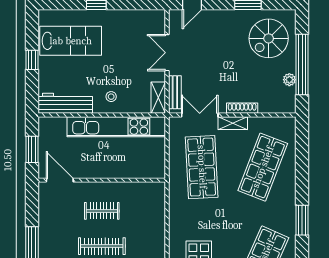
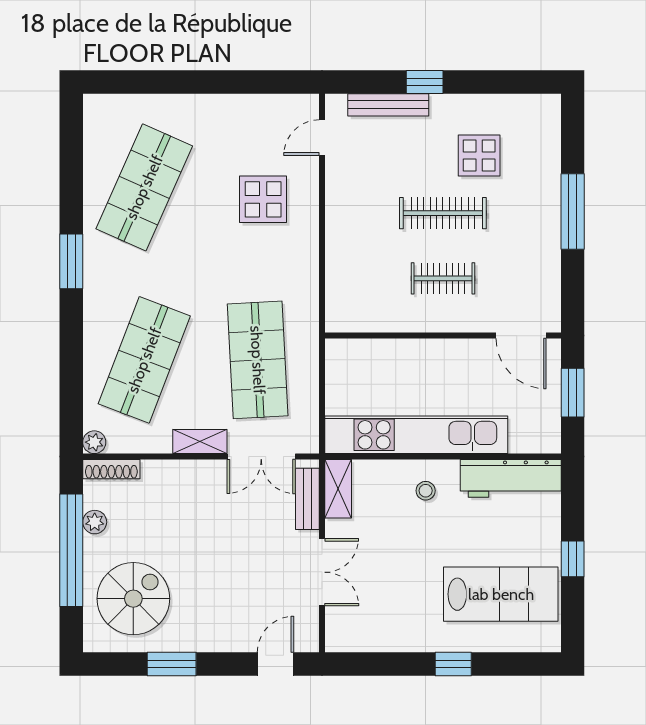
lab bench: (71, 41) -> (501, 594), turned 180
shoe rack: (242, 108) -> (111, 469), moved
plant: (290, 123) -> (94, 442), added

